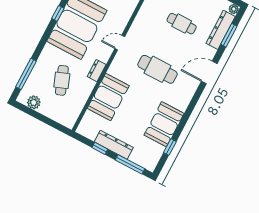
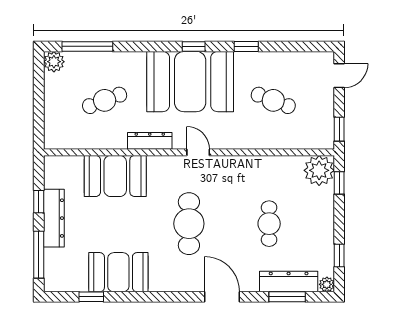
dresser: (97, 71) -> (150, 141), width x1.44
plant: (34, 102) -> (54, 62), moved

